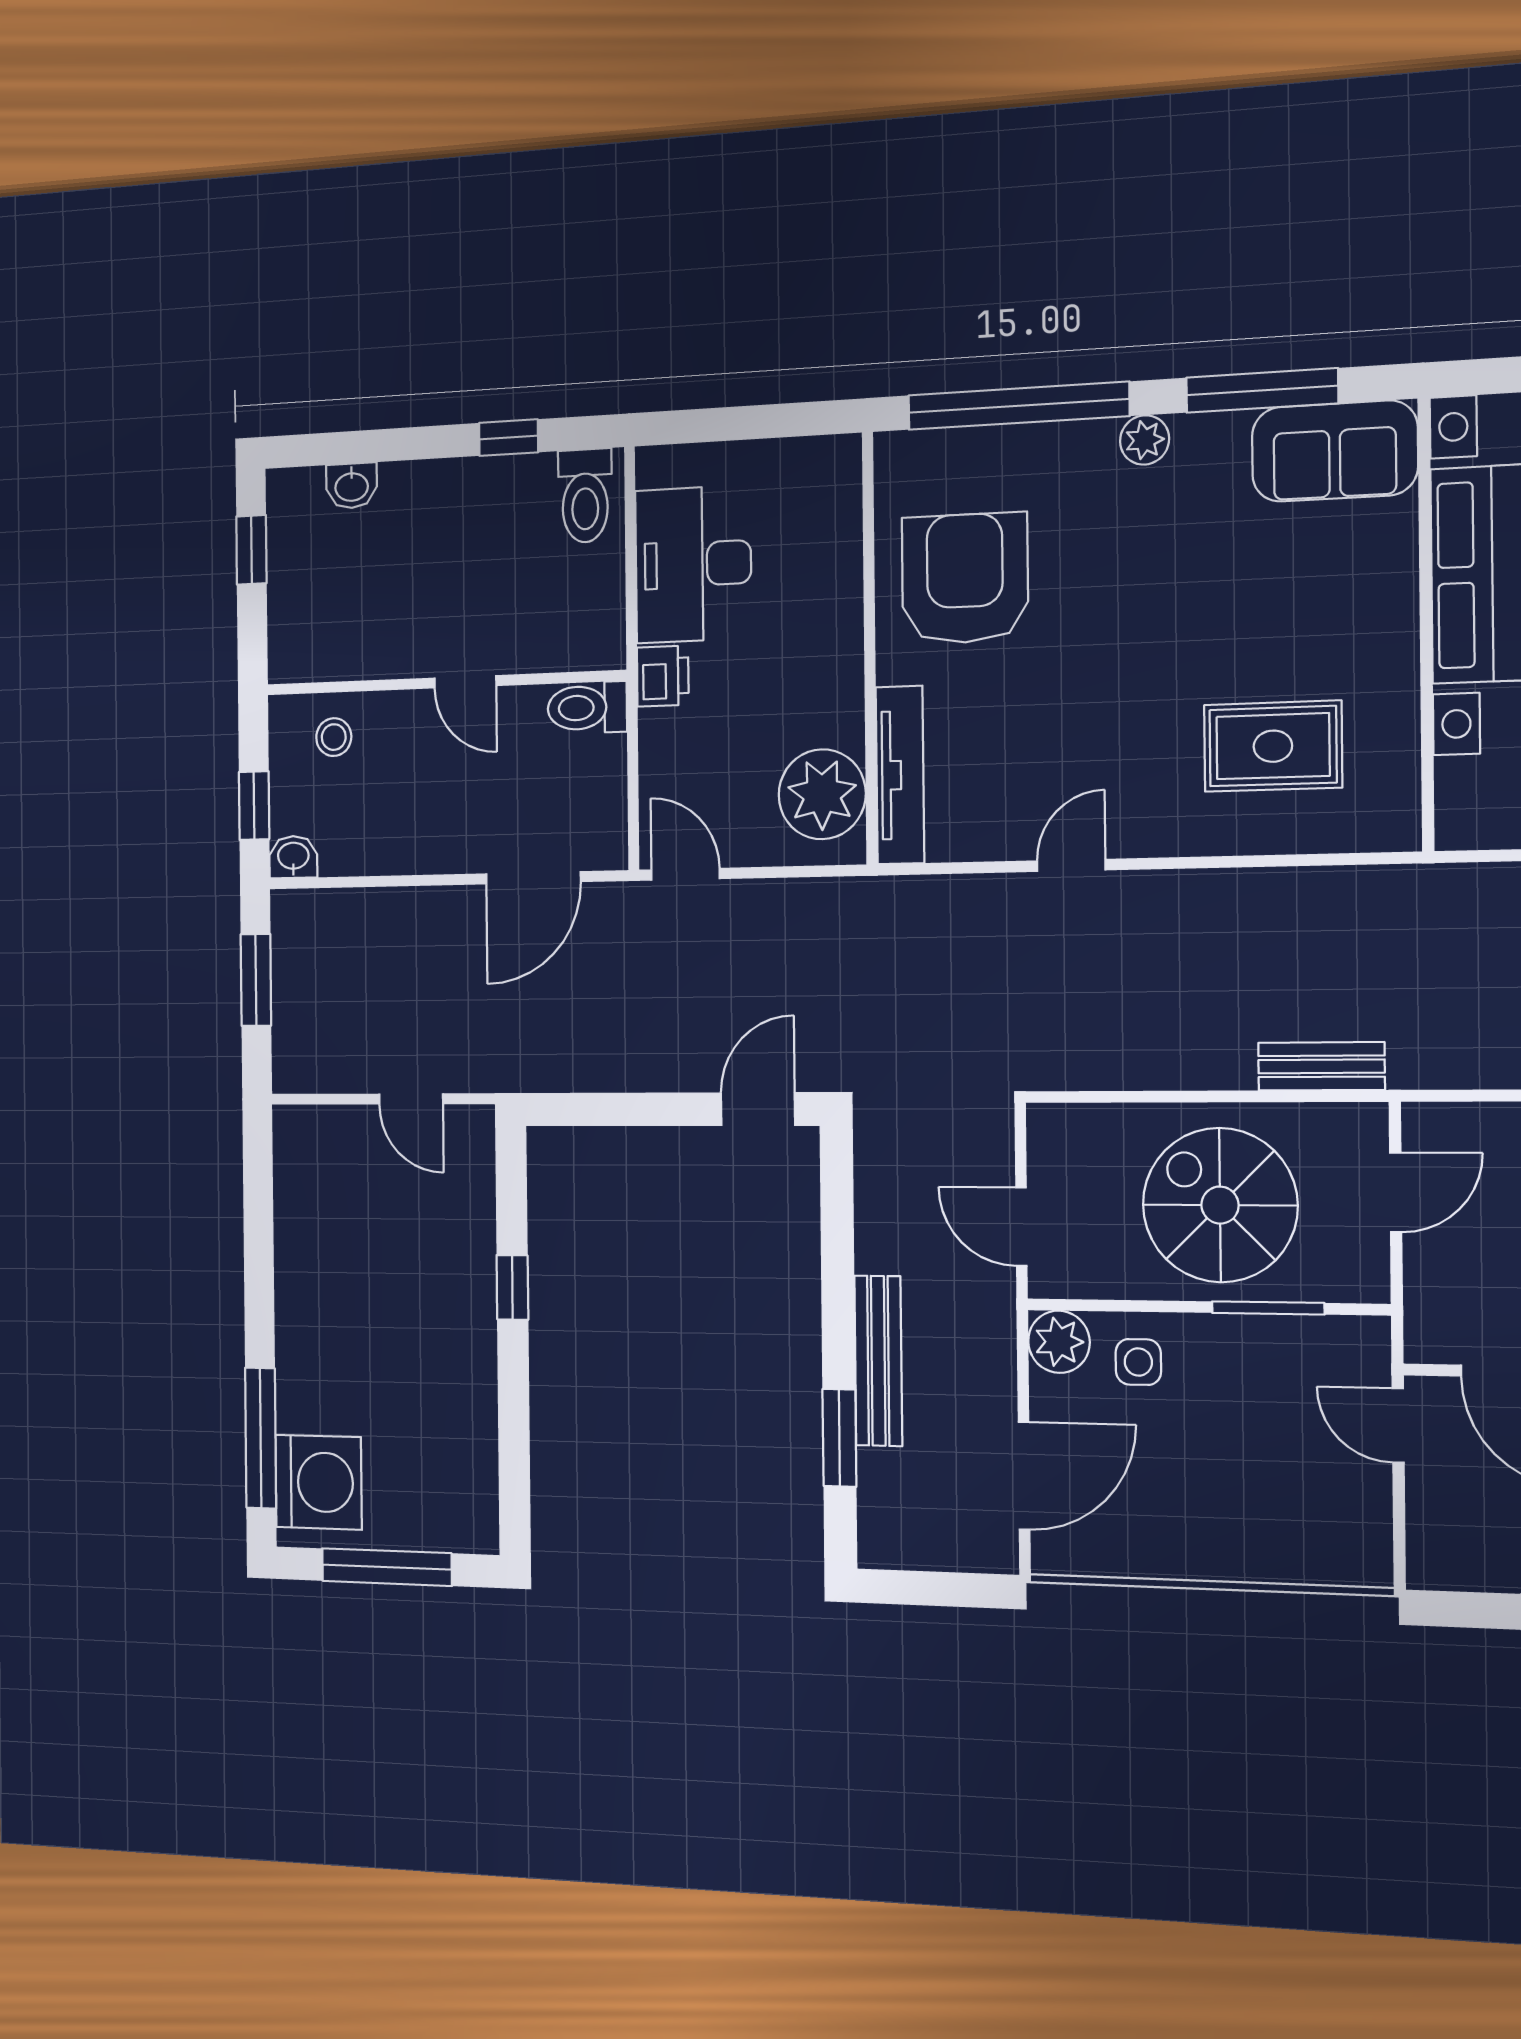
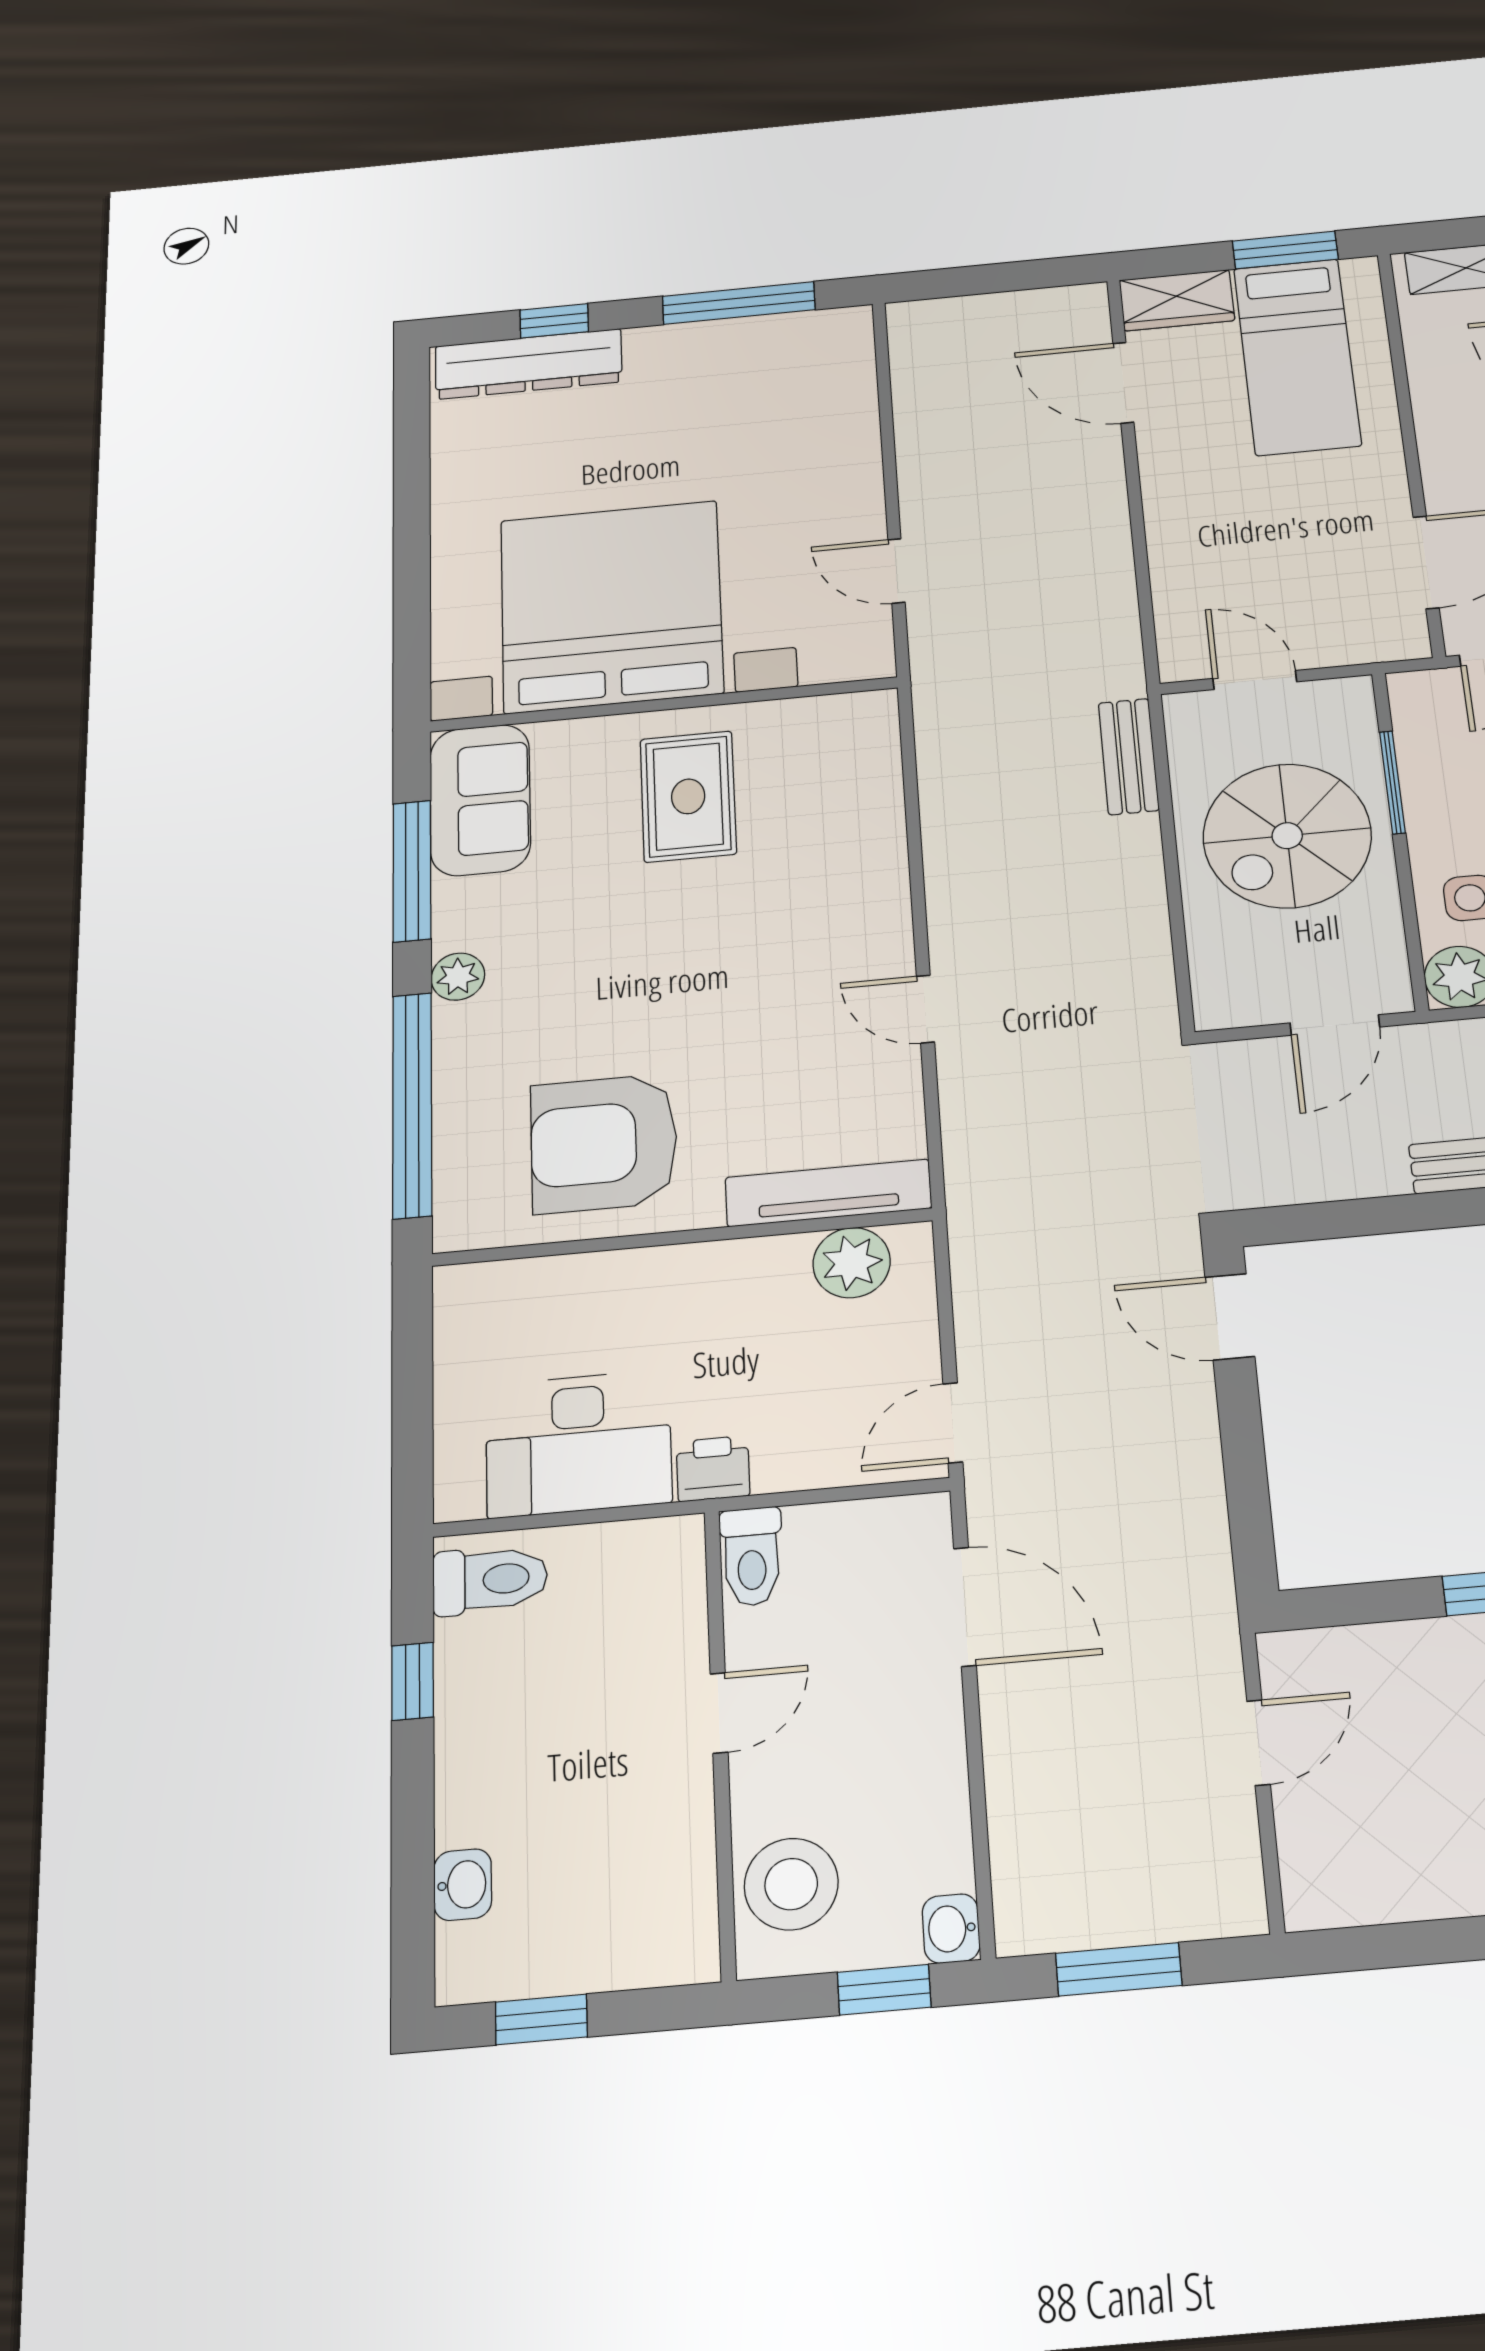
stool: (334, 737) -> (791, 1884), width x1.89, depth x1.89
rug: (1273, 746) -> (688, 796), moved
plant: (822, 794) -> (852, 1263), width x0.73, depth x0.73

